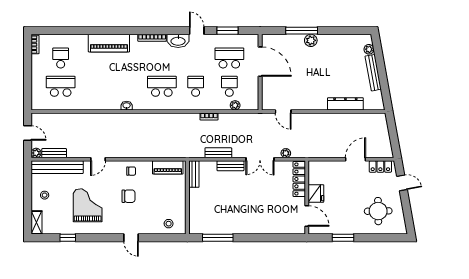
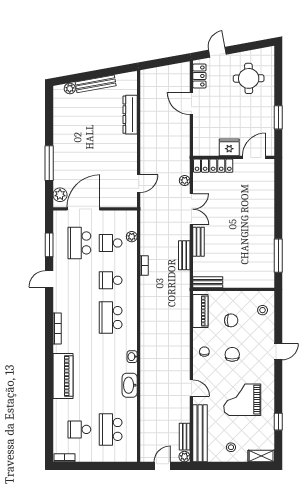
plant: (311, 40) -> (60, 195), moved
washbasin: (178, 41) -> (130, 385), moved, turned 180
chair: (159, 195) -> (231, 320), added

